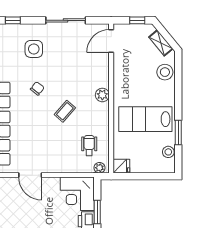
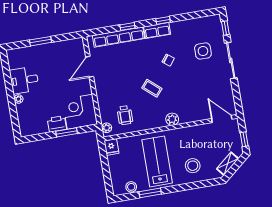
sliding door: (66, 20) -> (231, 60), moved
stool: (165, 72) -> (193, 166), moved
wheelchair: (89, 146) -> (125, 115), turned 90

